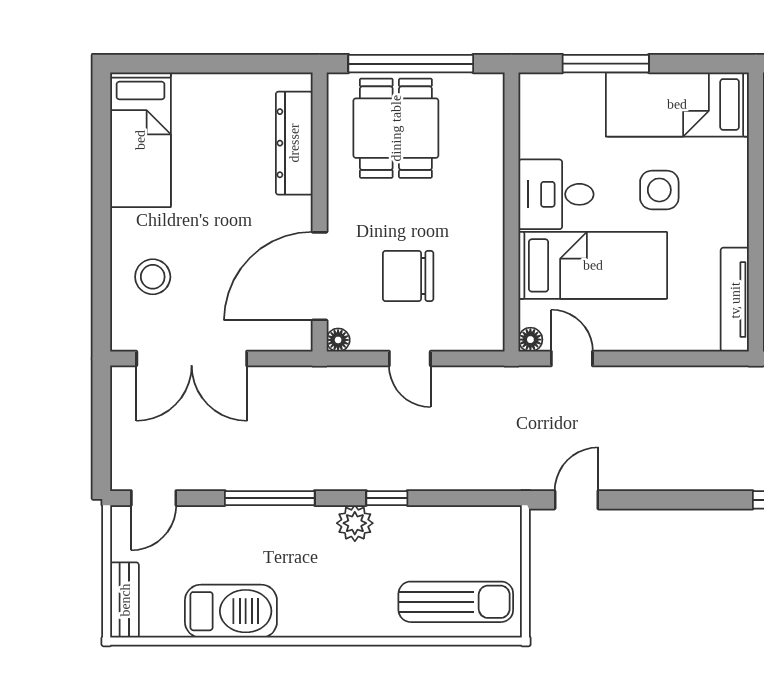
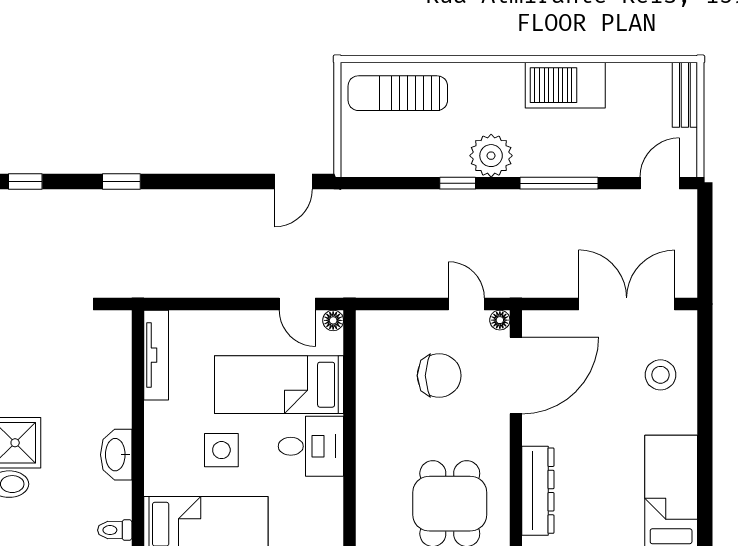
door: (410, 358) -> (466, 304), moved
plant: (355, 523) -> (491, 156), width x1.36, depth x1.36
barbecue: (231, 611) -> (565, 85), moved

